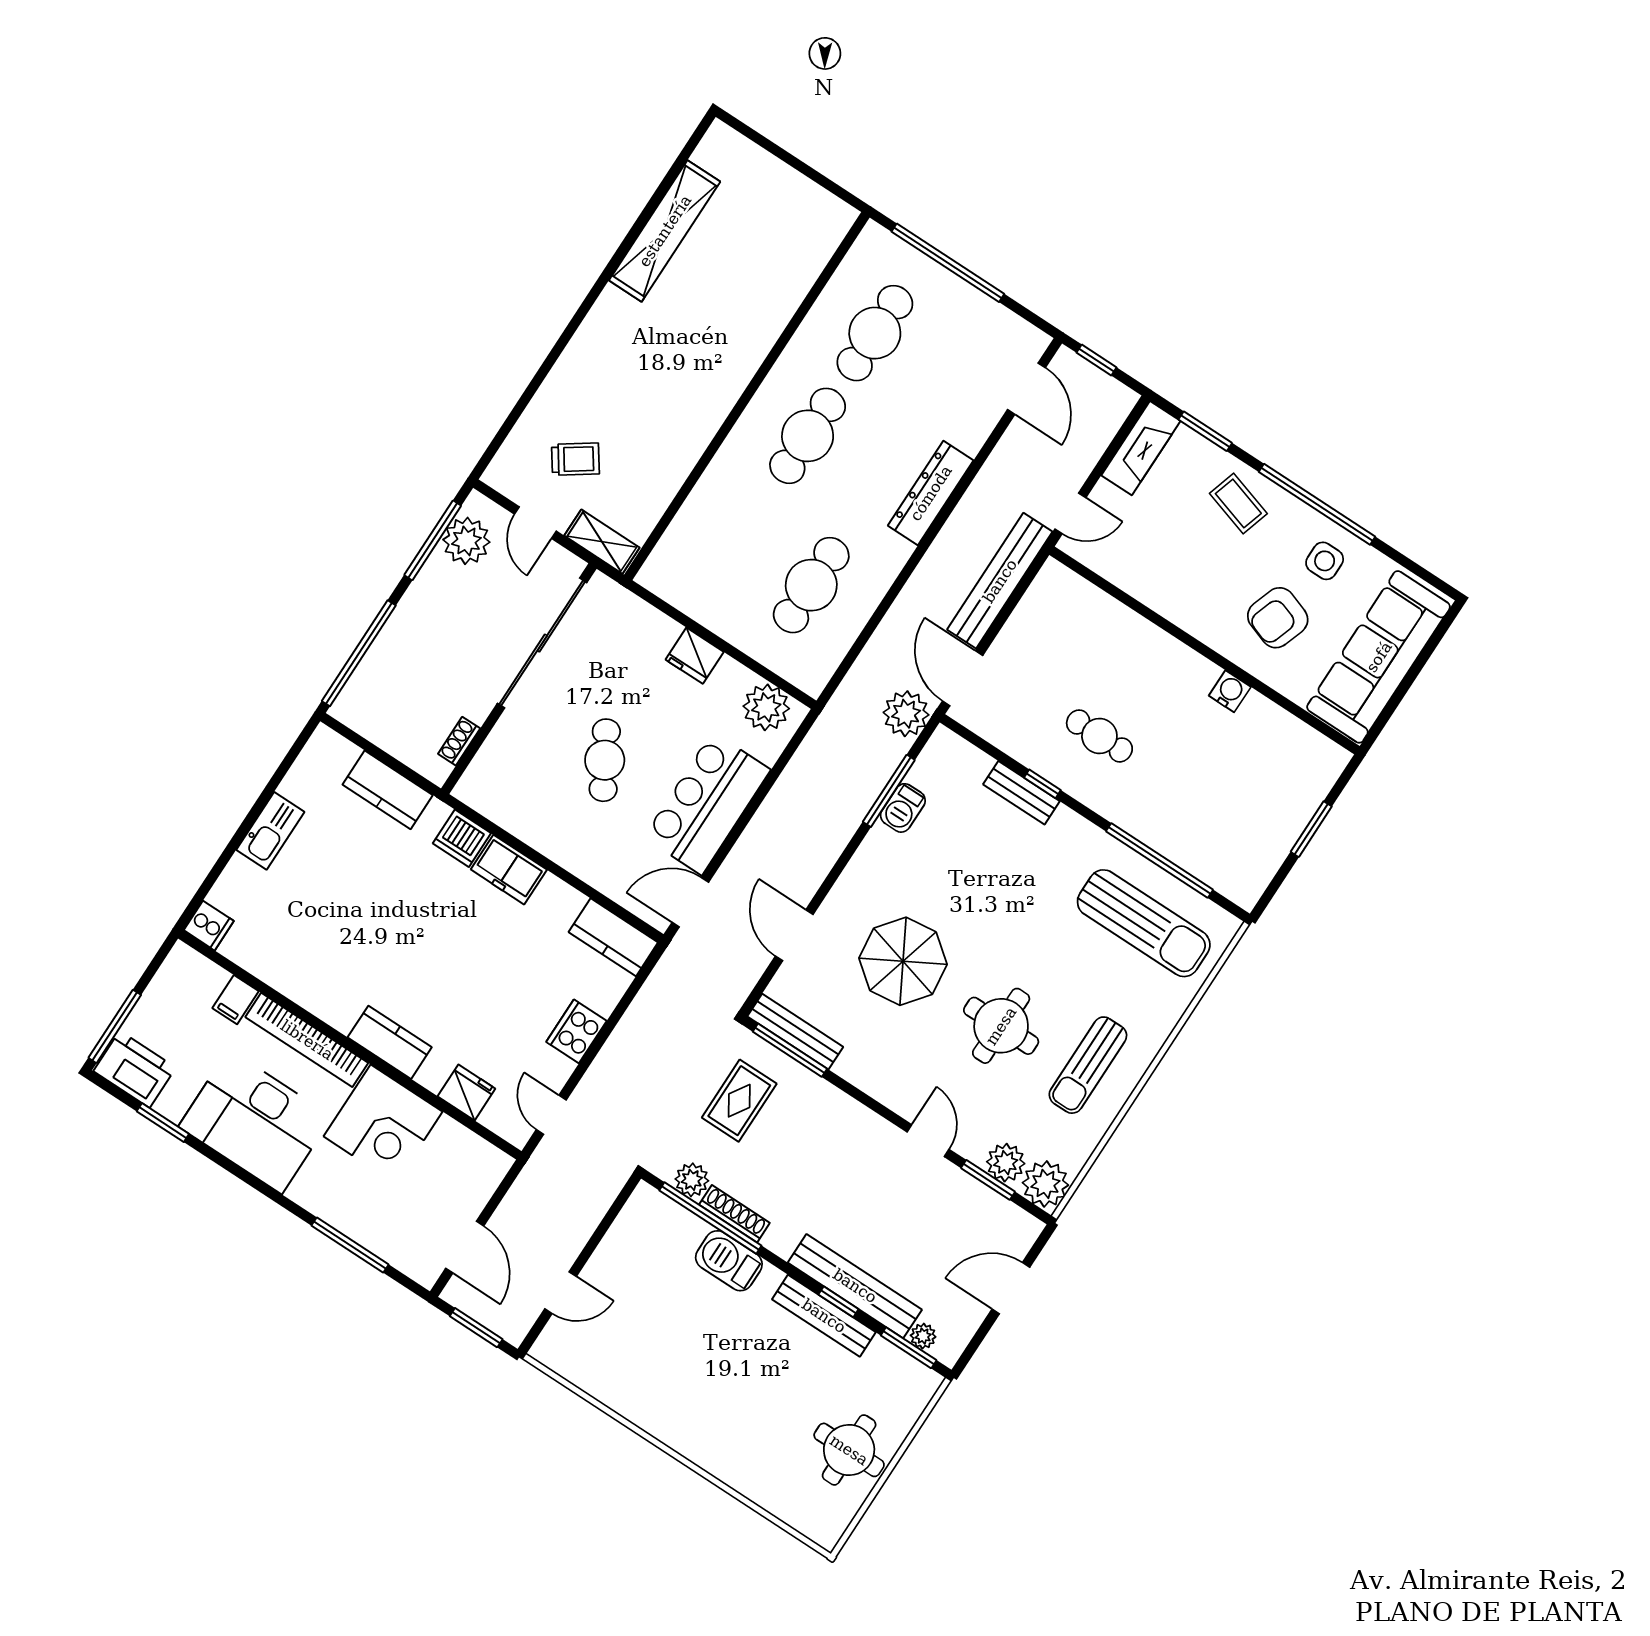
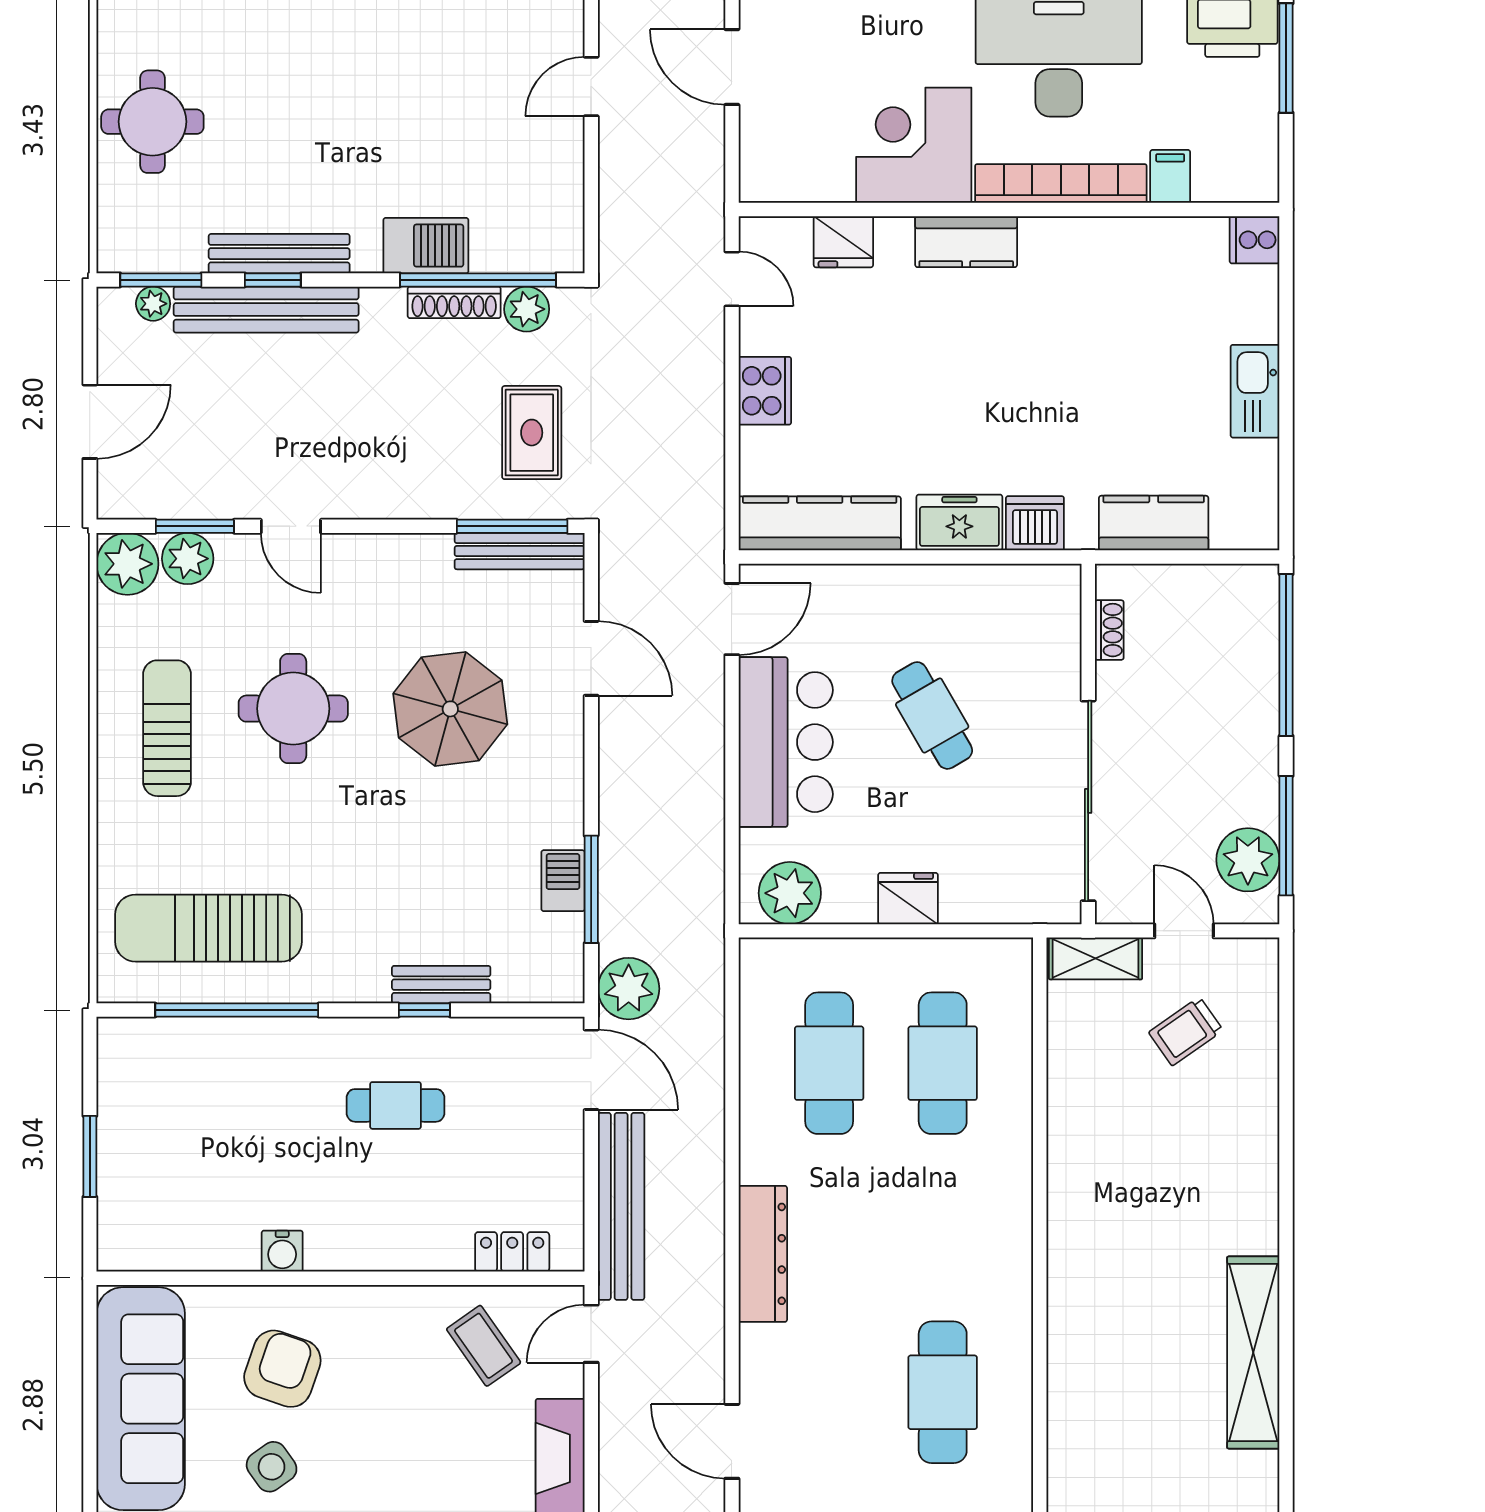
cafe table: (808, 436) -> (943, 1063), moved
coffee table: (1238, 503) -> (484, 1346), moved, turned 38
side table: (1325, 561) -> (272, 1467), turned -35
locker: (1086, 597) -> (512, 1252), added
kitchen counter: (613, 937) -> (820, 523), width x1.50

